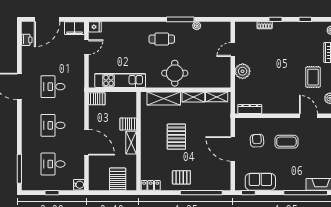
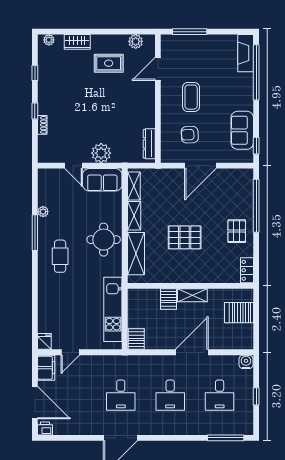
printer: (27, 40) -> (45, 429), moved
door: (87, 47) -> (70, 352), swing flipped
sofa: (222, 72) -> (102, 180), added

